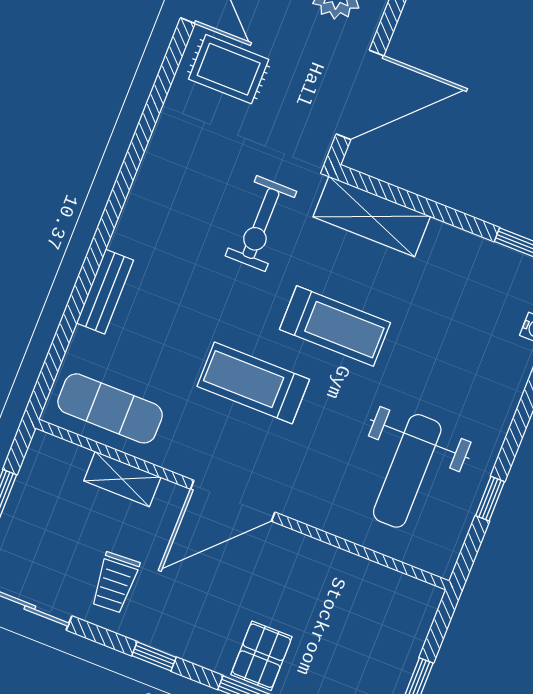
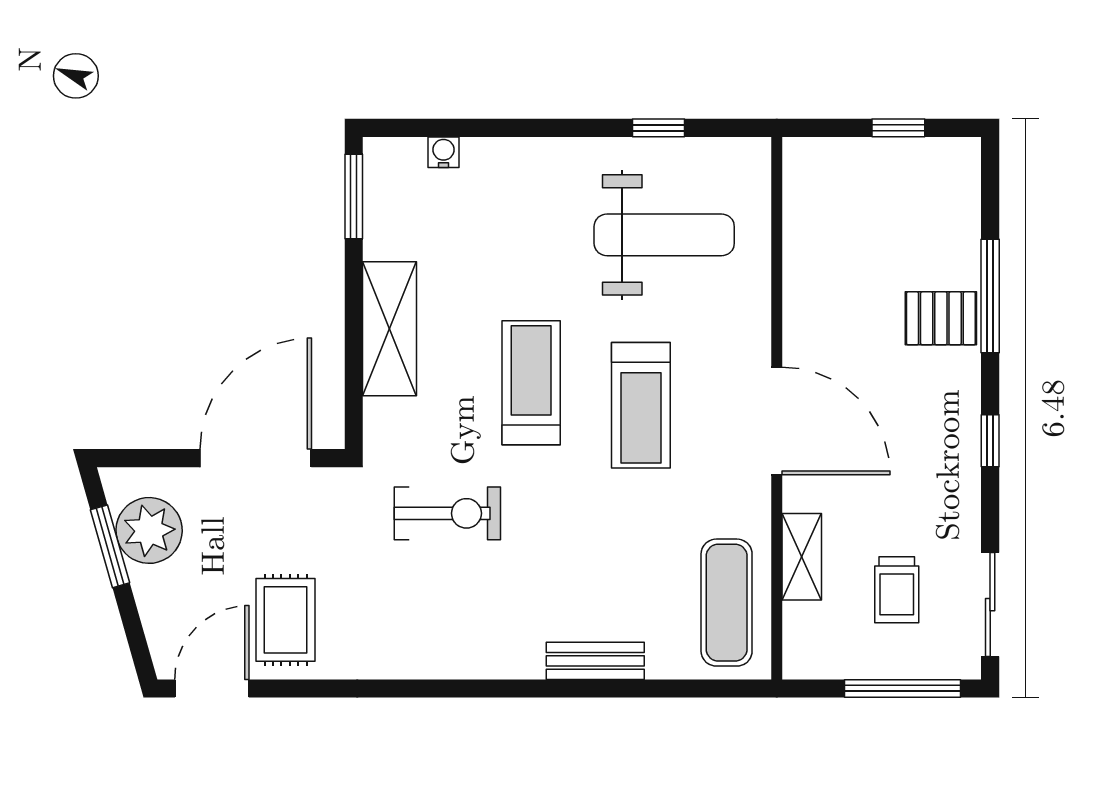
door: (360, 95) -> (256, 458), hinge flipped
shelving: (372, 217) -> (389, 329), moved
treadmill: (253, 383) -> (641, 405), moved
trolley: (115, 583) -> (897, 590), moved, turned 93

